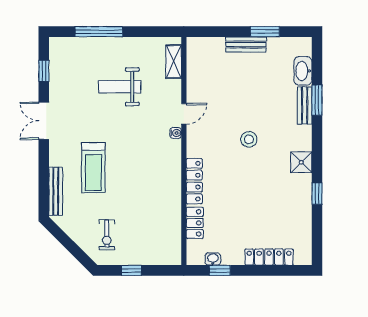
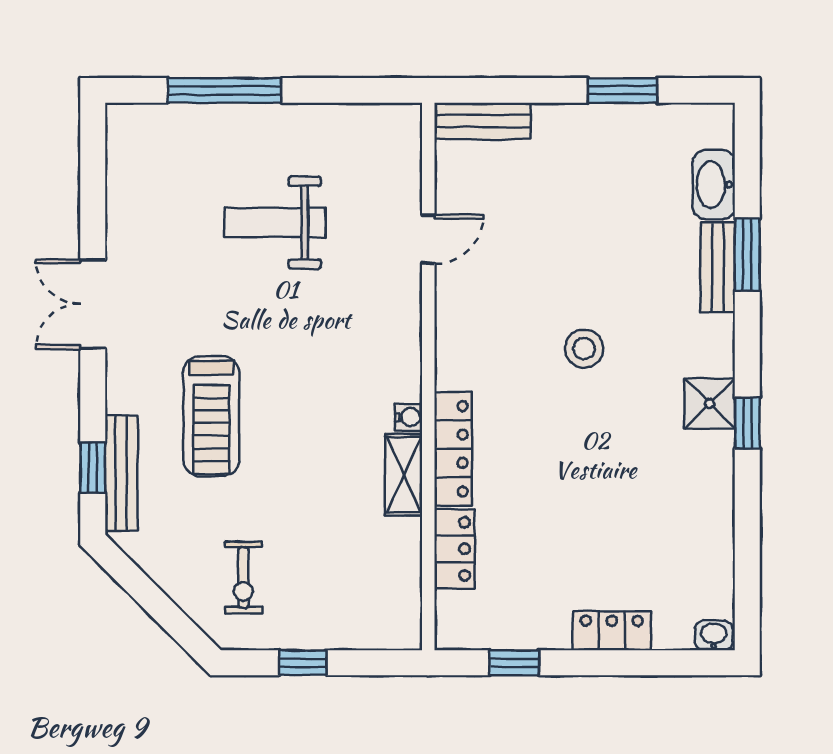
bench: (246, 44) -> (482, 121), moved
shelving: (174, 62) -> (404, 475), moved
window: (44, 71) -> (93, 468), moved
door: (184, 114) -> (428, 239), moved
water cooler: (176, 133) -> (409, 417), moved
window: (317, 194) -> (747, 423), moved
locker: (269, 257) -> (612, 631), width x0.66
washbasin: (213, 259) -> (714, 635), moved

